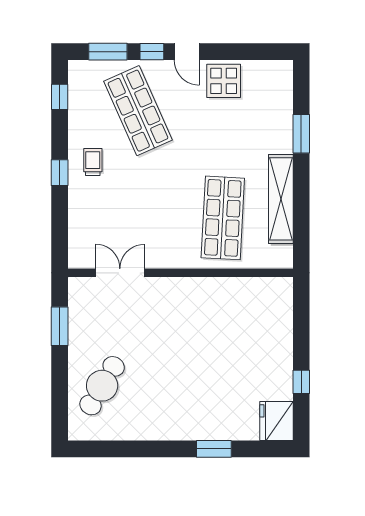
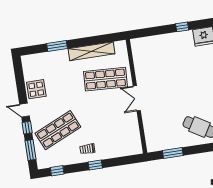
door: (187, 52) -> (24, 110), swing flipped
double door: (120, 273) -> (137, 98), moved

